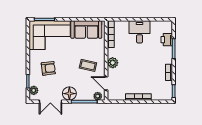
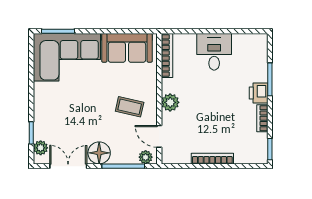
printer: (167, 40) -> (259, 93), moved
armchair: (48, 68) -> (65, 112), removed
double door: (50, 102) -> (68, 166), swing flipped

